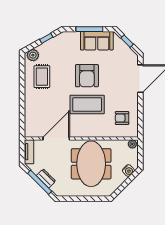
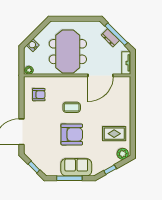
sofa: (97, 41) -> (76, 167), moved
armchair: (87, 76) -> (72, 134), turned 90
rug: (42, 77) -> (114, 134), turned 90
coffee table: (87, 104) -> (72, 107), width x0.54, depth x0.58

